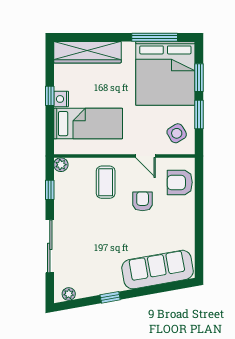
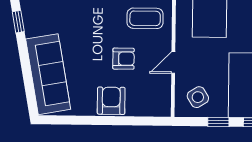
window: (199, 114) -> (218, 122), width x0.67
armchair: (180, 182) -> (111, 101), moved

